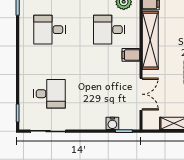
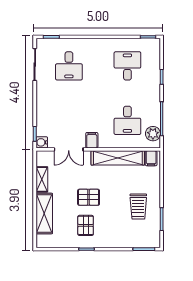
desk: (109, 30) -> (127, 120), turned 180
filing cabinet: (131, 55) -> (92, 140), moved
water cooler: (112, 123) -> (42, 142), moved

